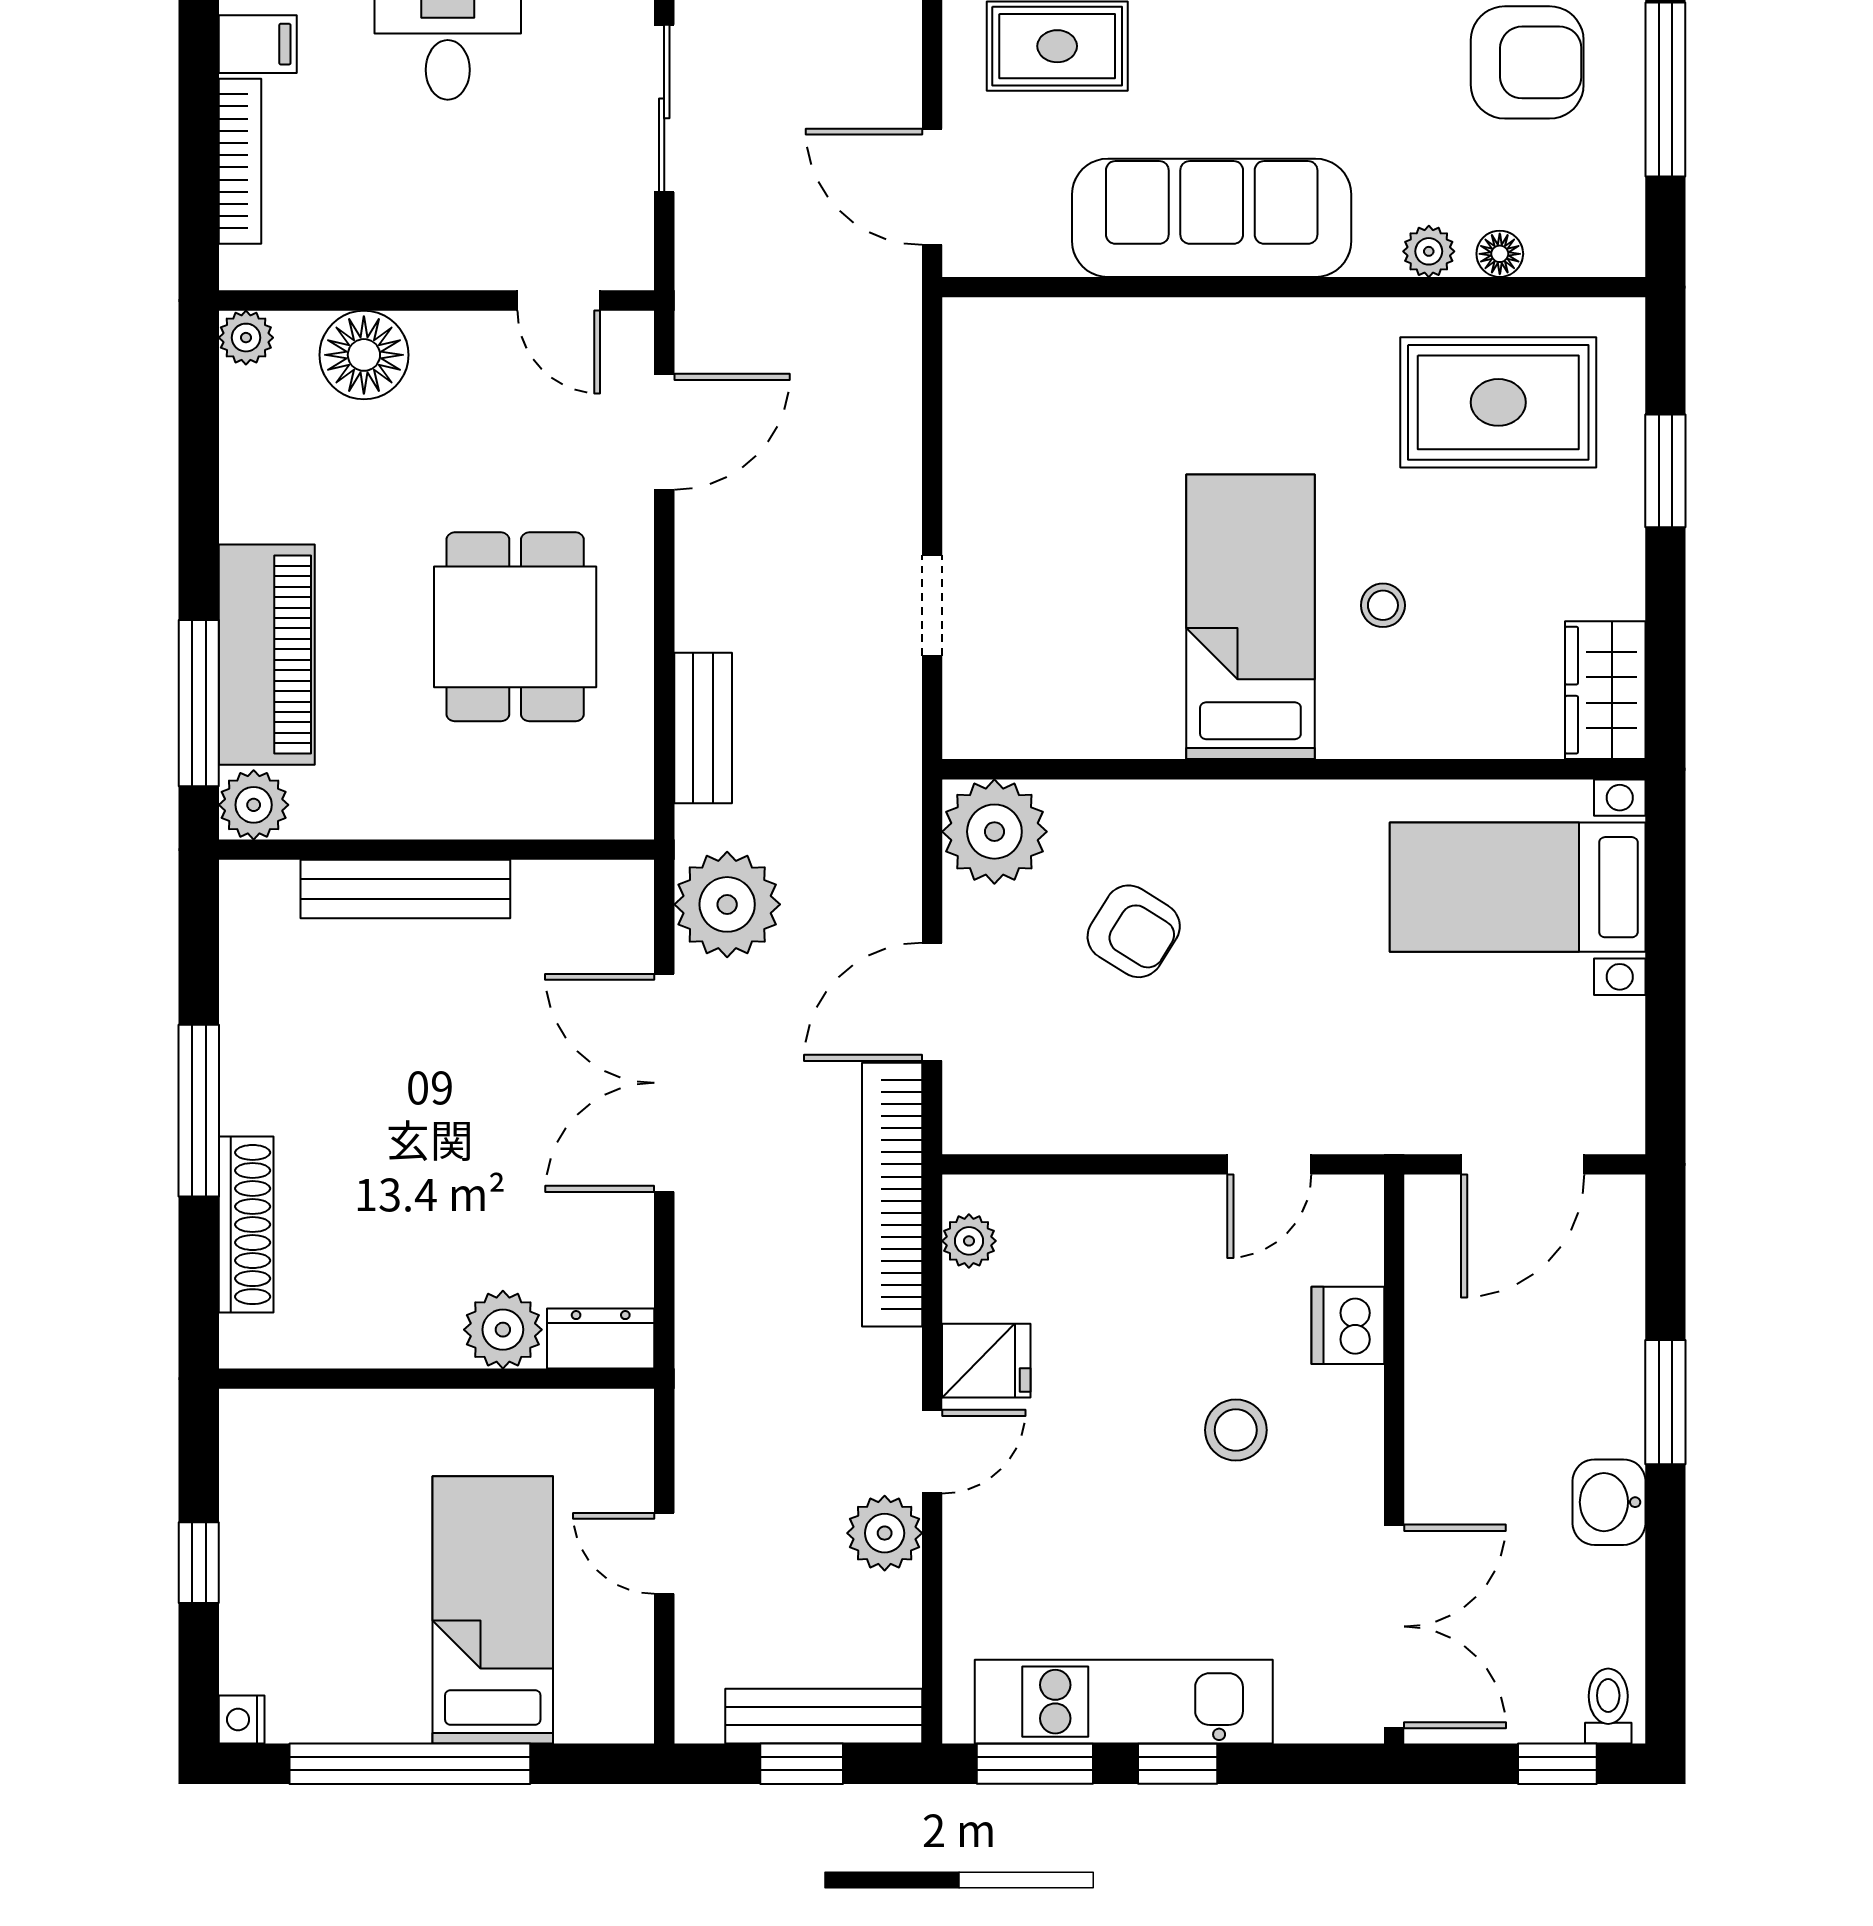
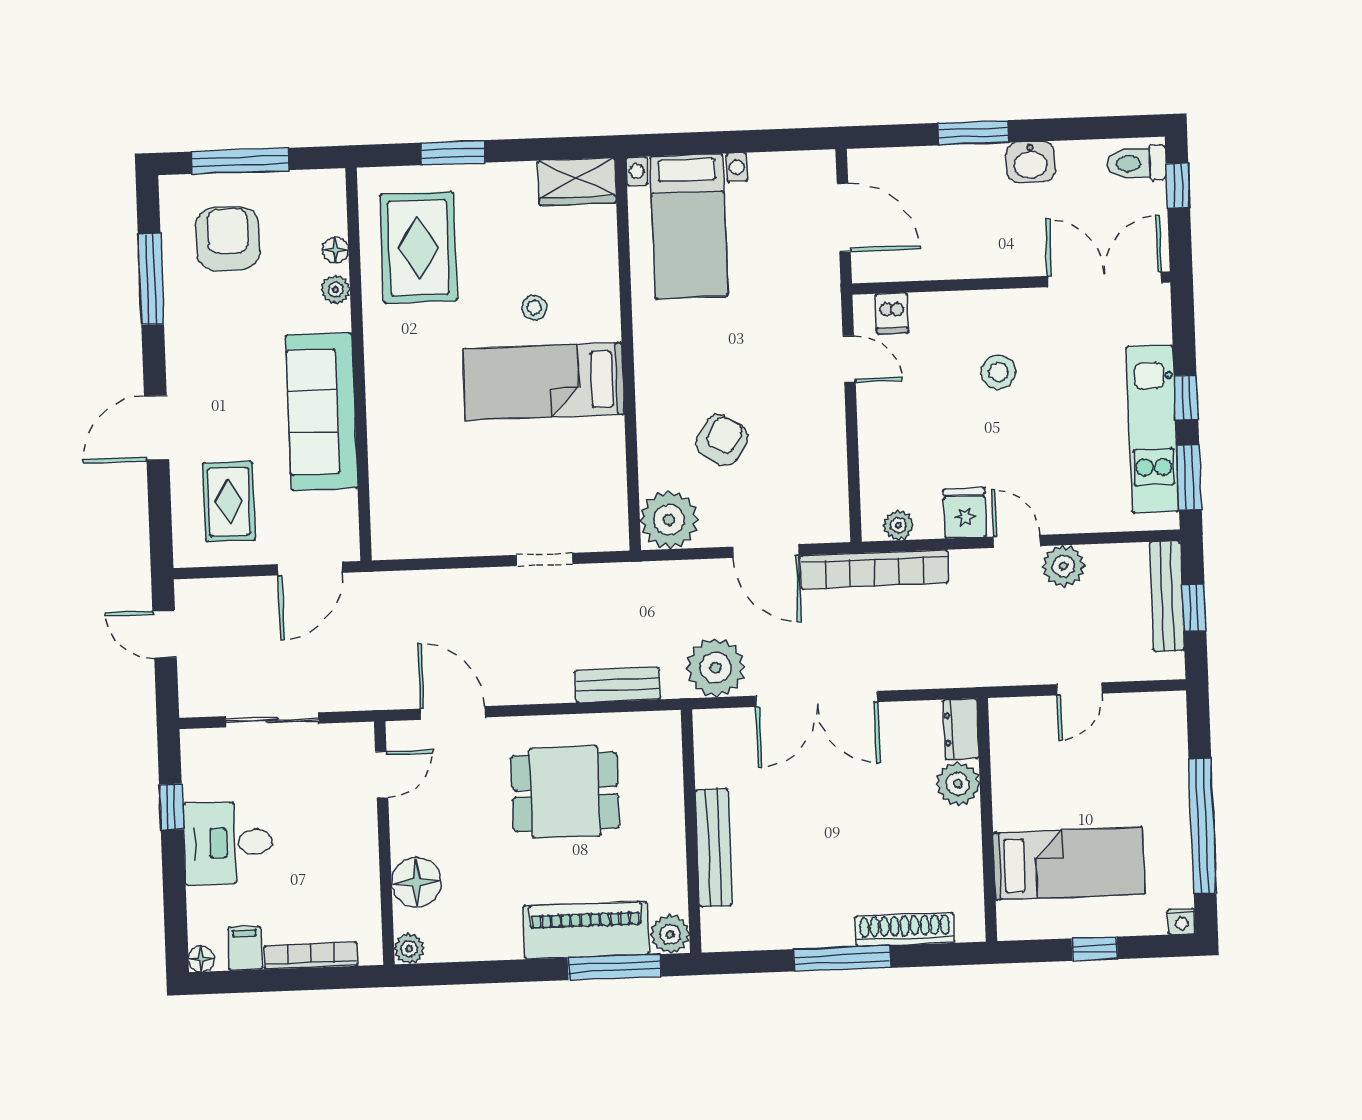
dishwasher: (1348, 1325) -> (892, 313), moved, width x0.73
bed: (493, 1610) -> (1069, 864), moved, turned 180
toilet: (1608, 1706) -> (1137, 163), width x1.37, depth x1.39

